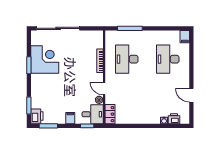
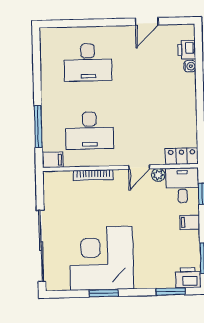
filing cabinet: (185, 37) -> (53, 160), moved
corner desk: (45, 59) -> (101, 258), width x1.36, depth x1.36

